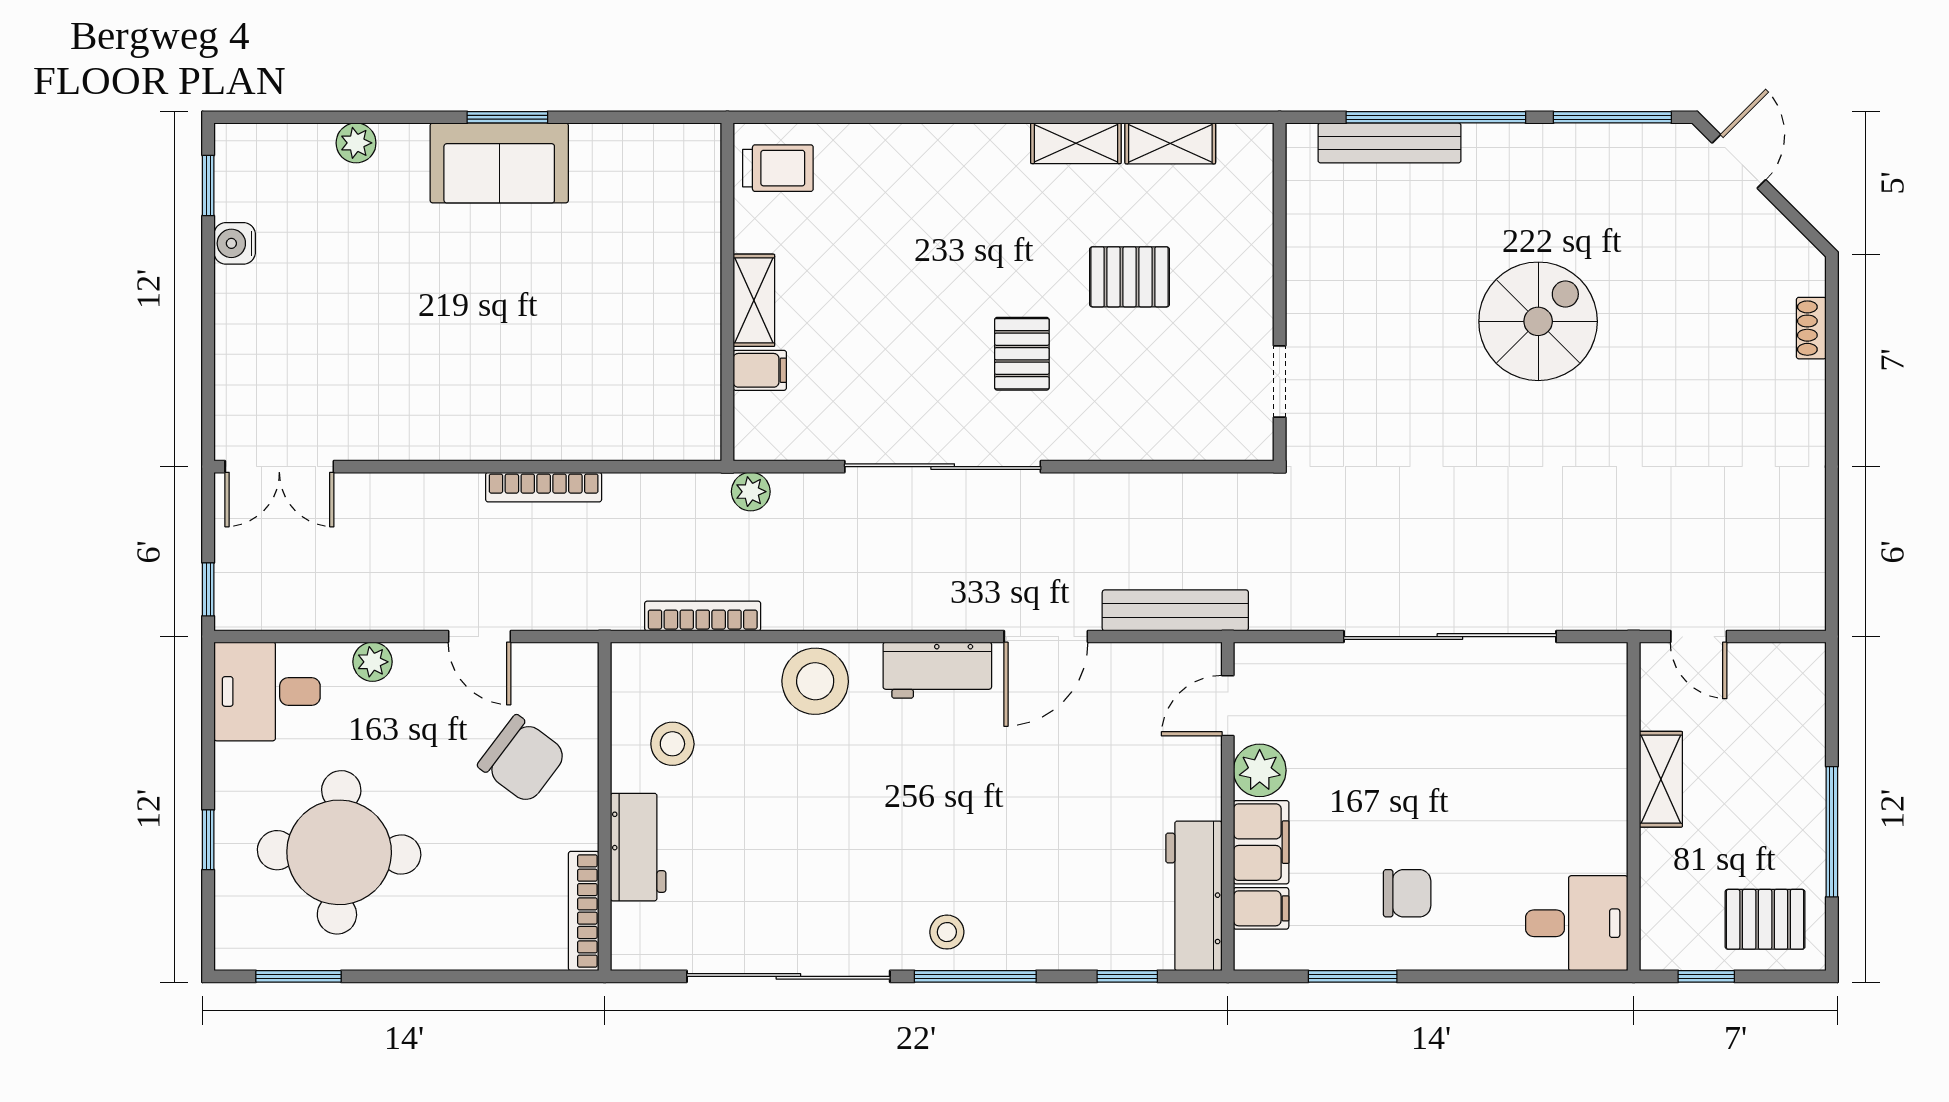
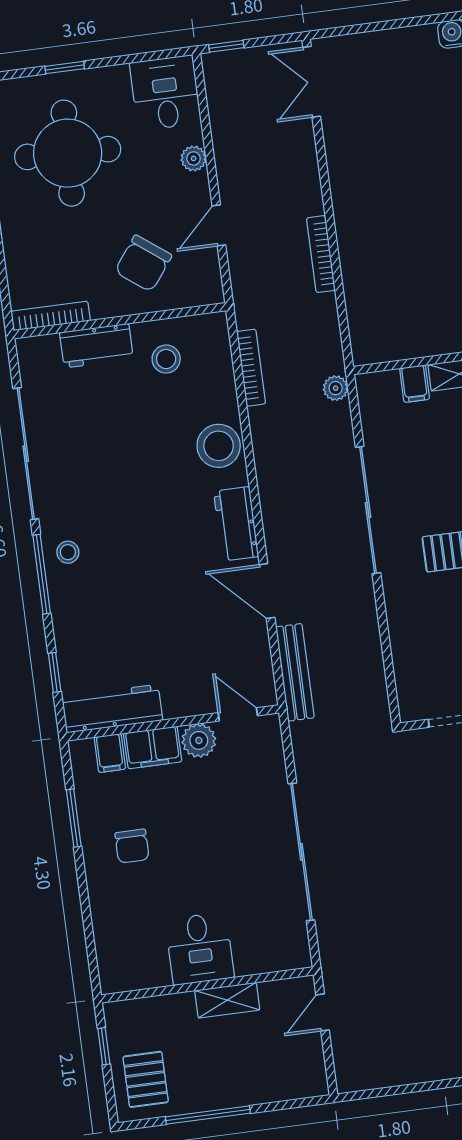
desk: (1577, 923) -> (200, 949), moved

